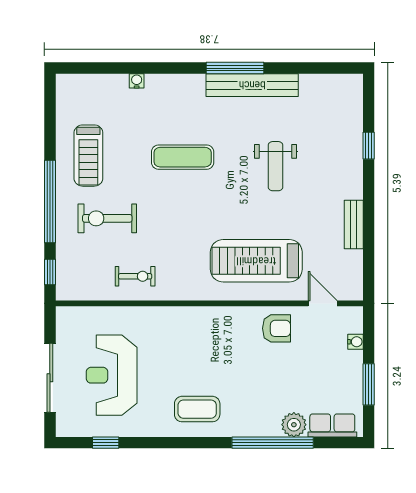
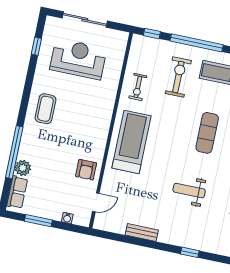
treadmill: (256, 261) -> (132, 142), moved

